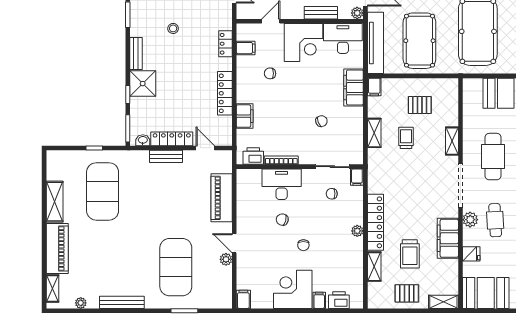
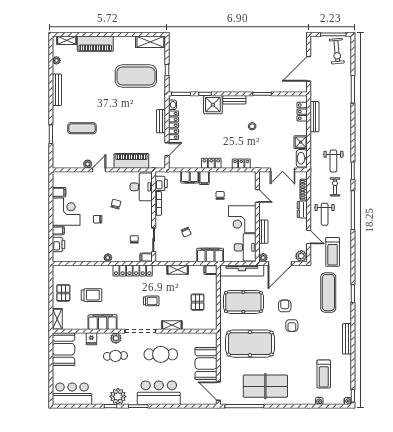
filing cabinet: (246, 48) -> (204, 178), moved
locker: (225, 93) -> (211, 163), width x0.66
trolley: (406, 138) -> (151, 301), moved
desk: (282, 184) -> (141, 187), moved
shelving: (55, 202) -> (150, 42), moved
locker: (375, 222) -> (133, 271), moved
trolley: (410, 254) -> (91, 295), turned 180
exercise mat: (176, 267) -> (82, 128), width x0.50, depth x0.69
shelving: (374, 267) -> (82, 270), removed
filing cabinet: (243, 299) -> (59, 192), moved

